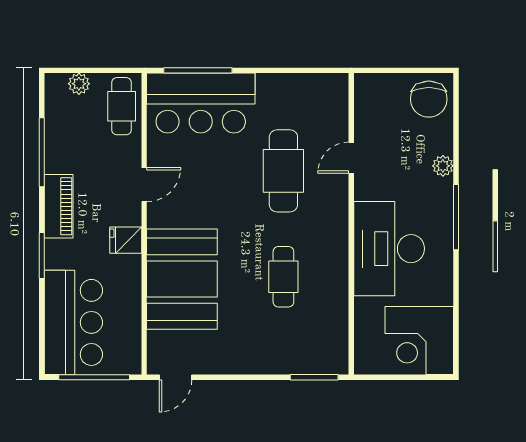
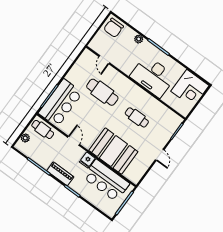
chair: (429, 99) -> (114, 28), turned 90
door: (351, 158) -> (104, 60), moved
bar counter: (73, 322) -> (106, 180), moved, turned 180
door: (175, 377) -> (160, 155), moved

